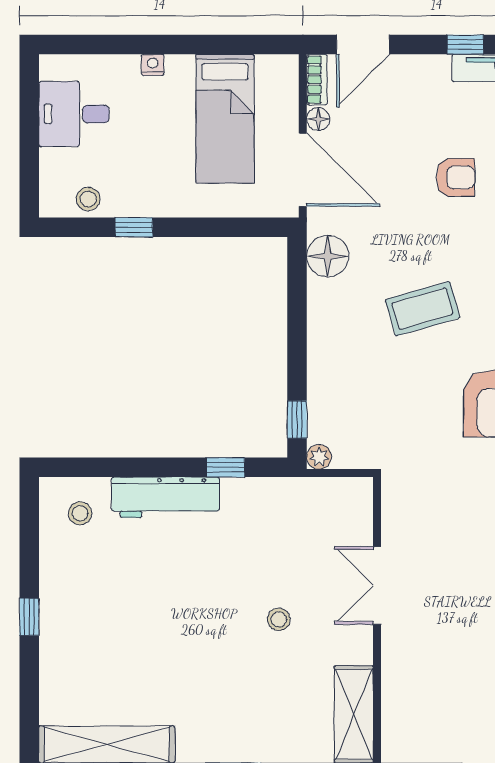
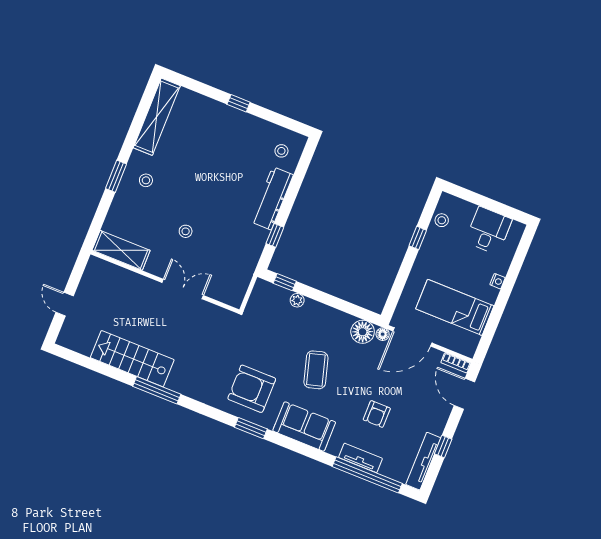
floor lamp: (318, 119) -> (383, 334), moved
plant: (319, 457) -> (297, 300), moved
stool: (220, 720) -> (146, 180), added

